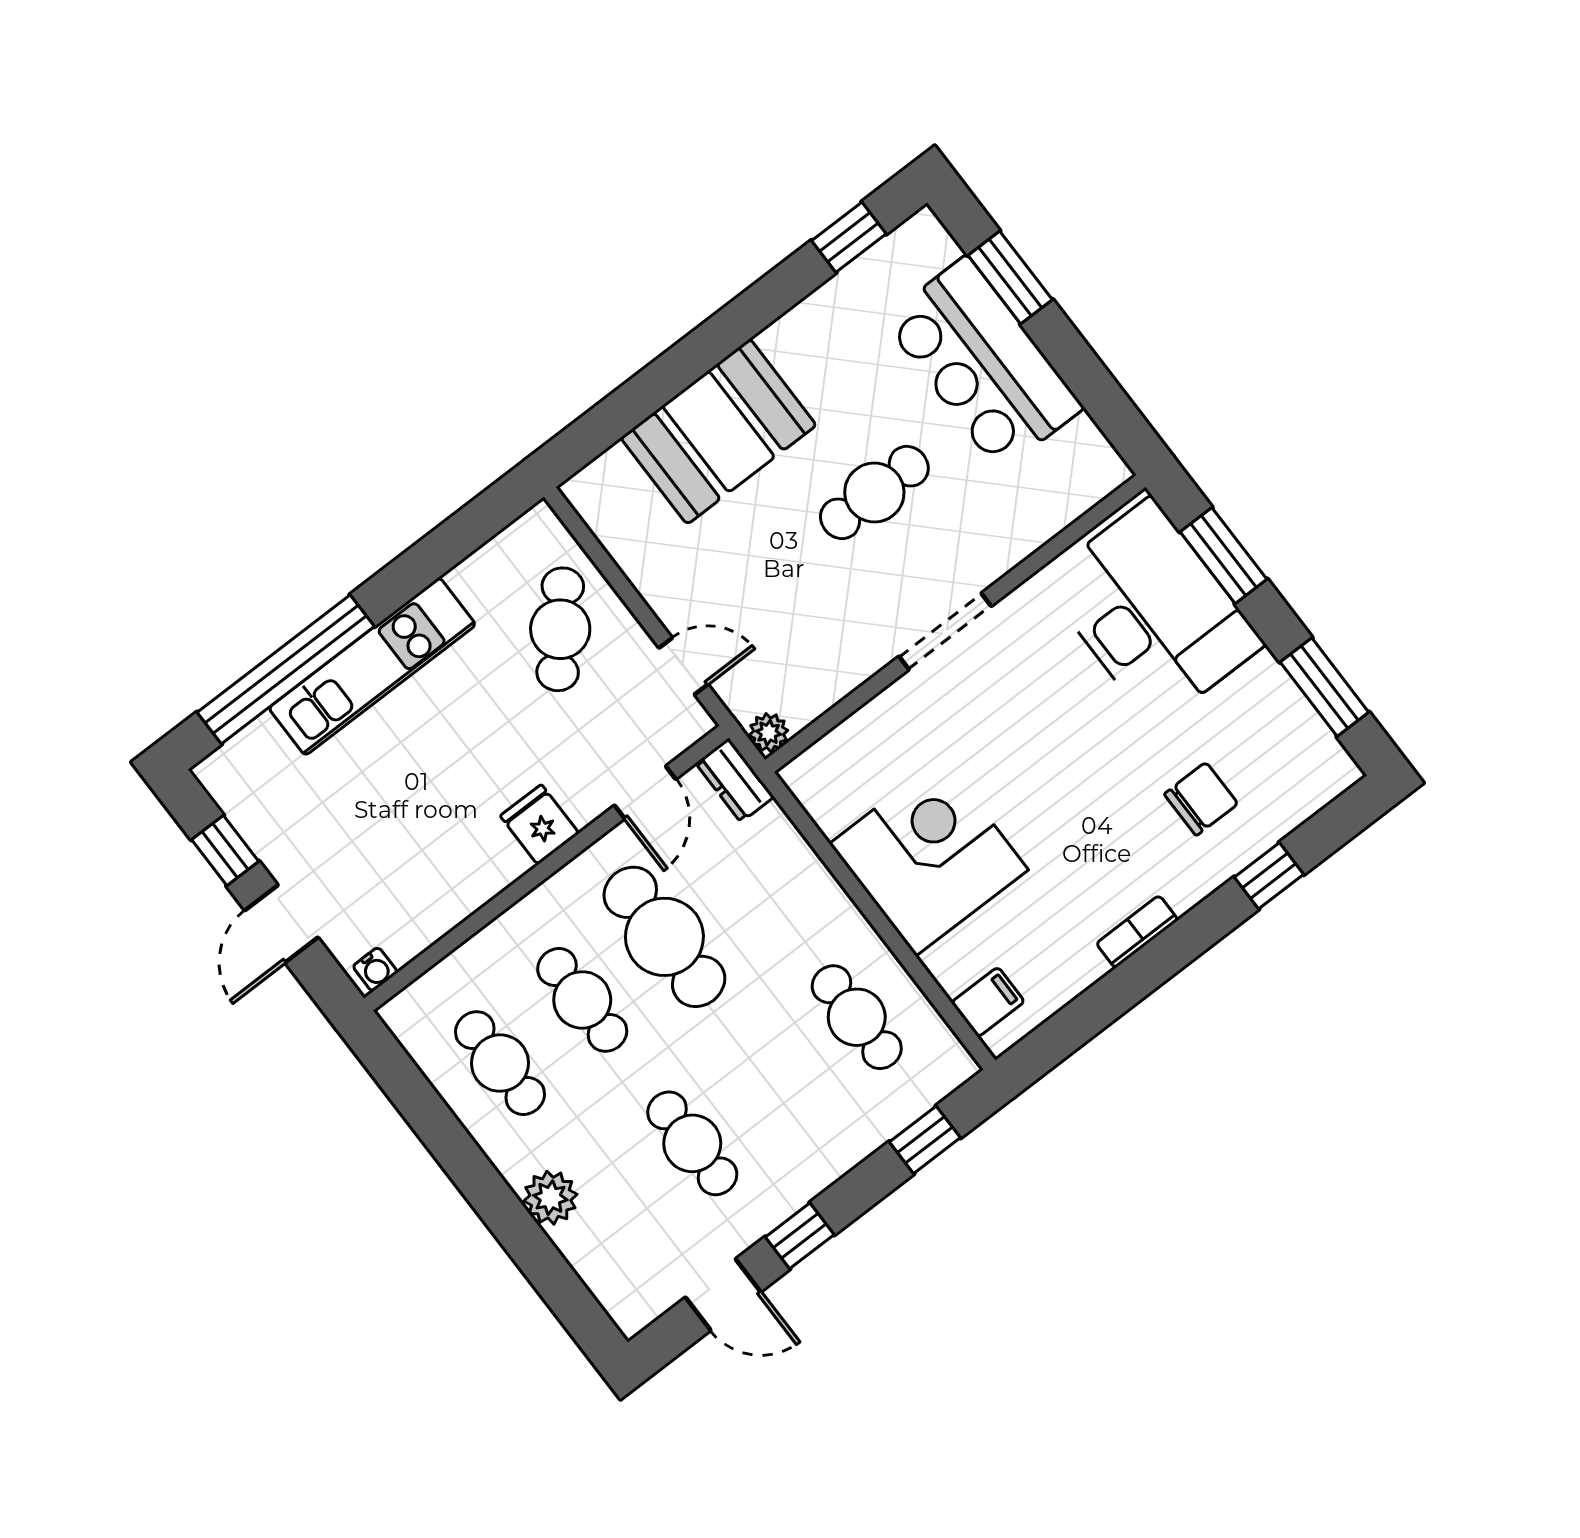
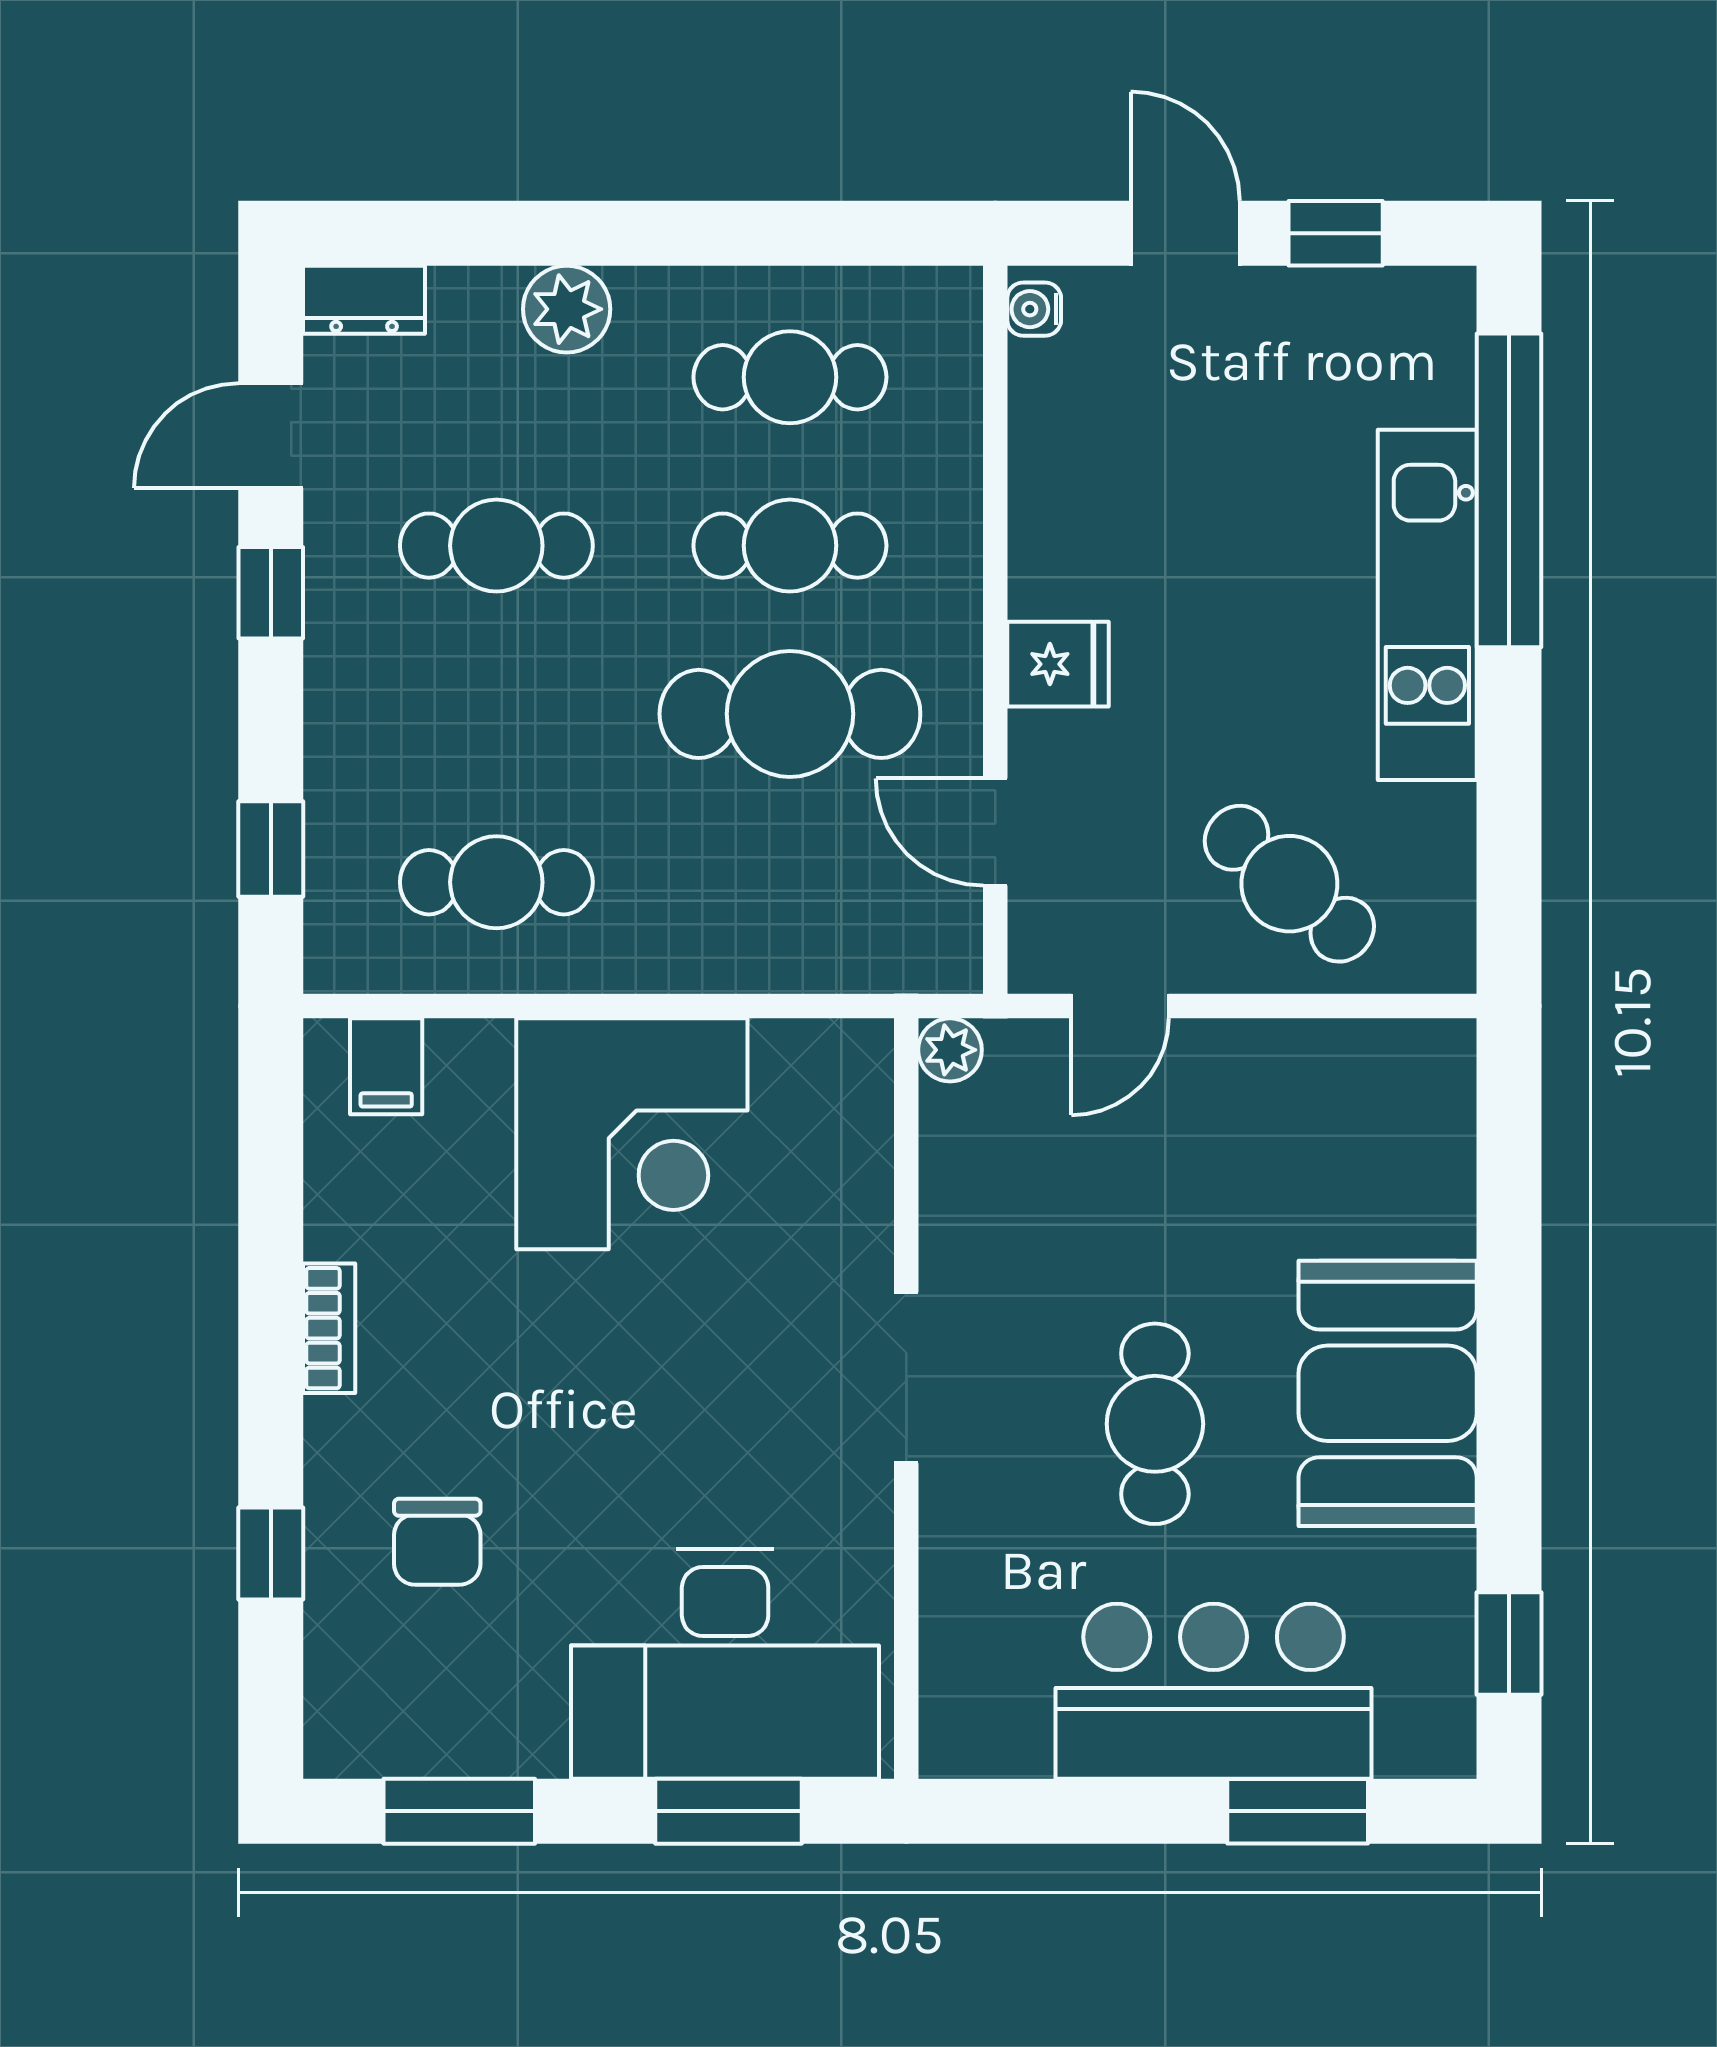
booth: (718, 432) -> (1388, 1393), moved
dresser: (735, 780) -> (364, 300), moved, turned 180

